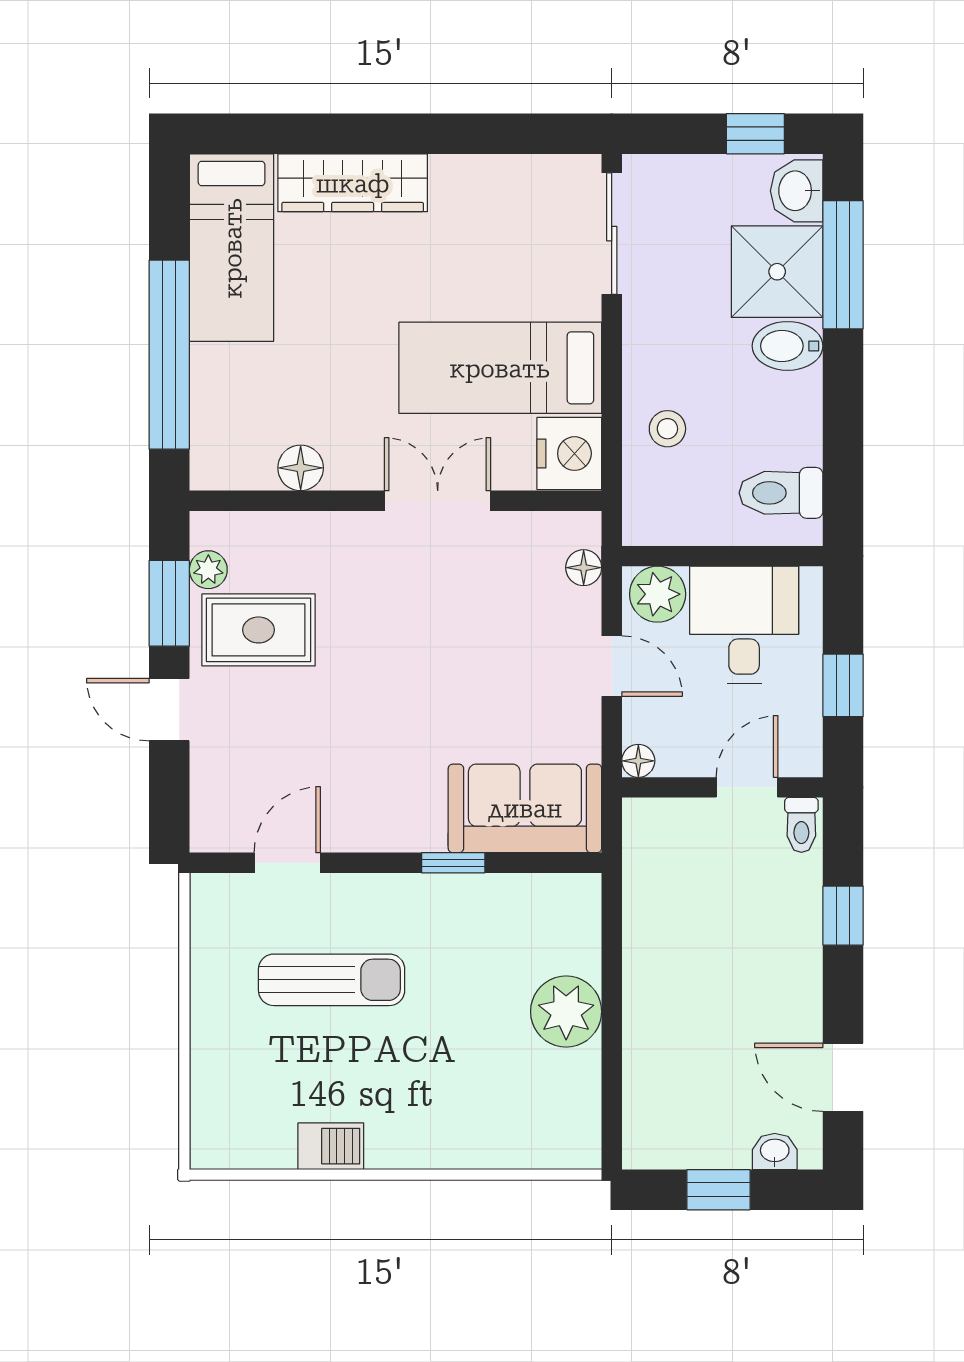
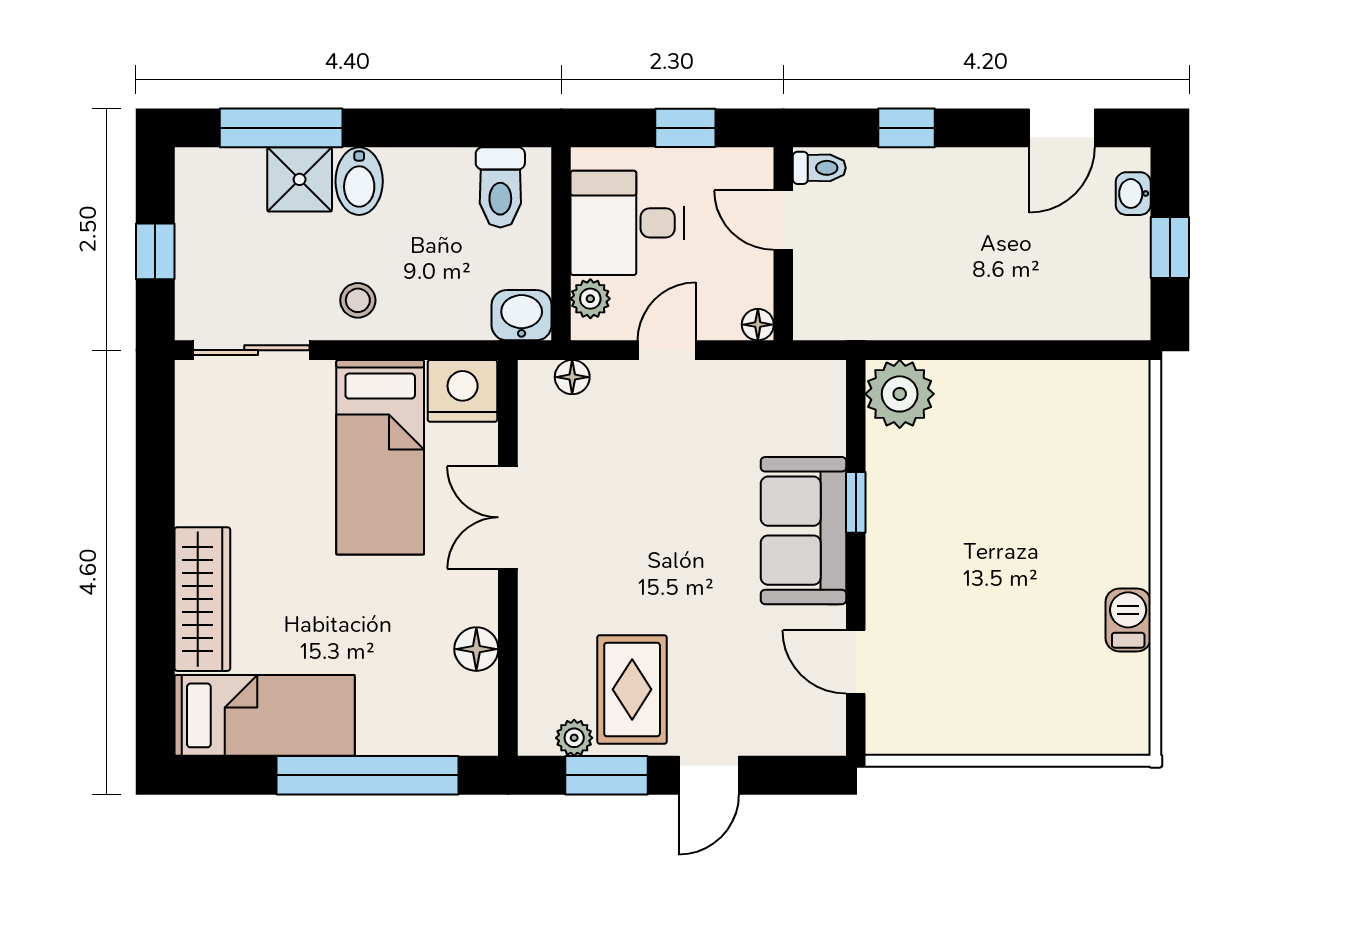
window: (755, 134) -> (155, 251), moved
washbasin: (797, 191) -> (522, 315), moved, turned 180
shower: (777, 272) -> (300, 179), width x0.73, depth x0.73
stool: (667, 429) -> (358, 300), moved
plant: (658, 594) -> (590, 299), width x0.73, depth x0.73
sofa: (525, 808) -> (804, 531), moved
sun lounger: (332, 980) -> (968, 619), removed
plant: (566, 1012) -> (900, 394), moved

